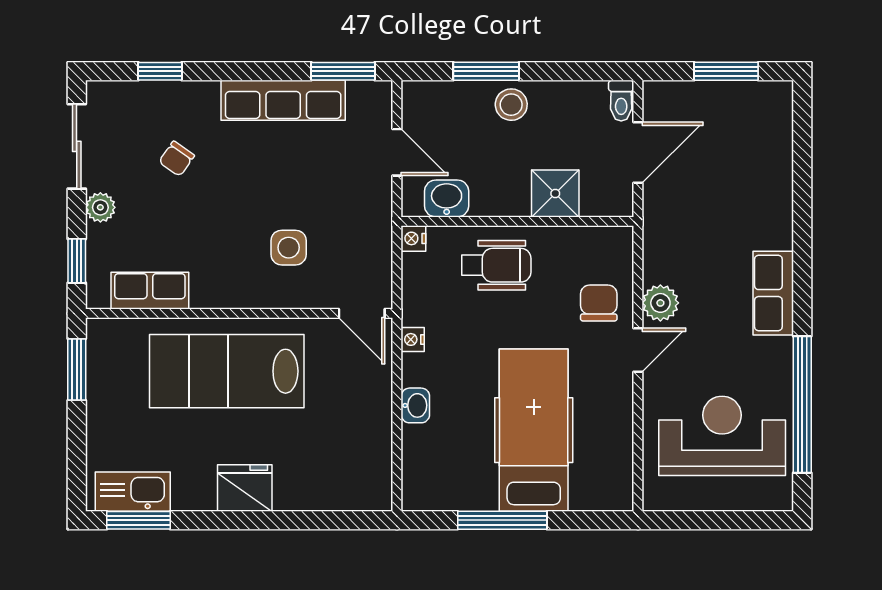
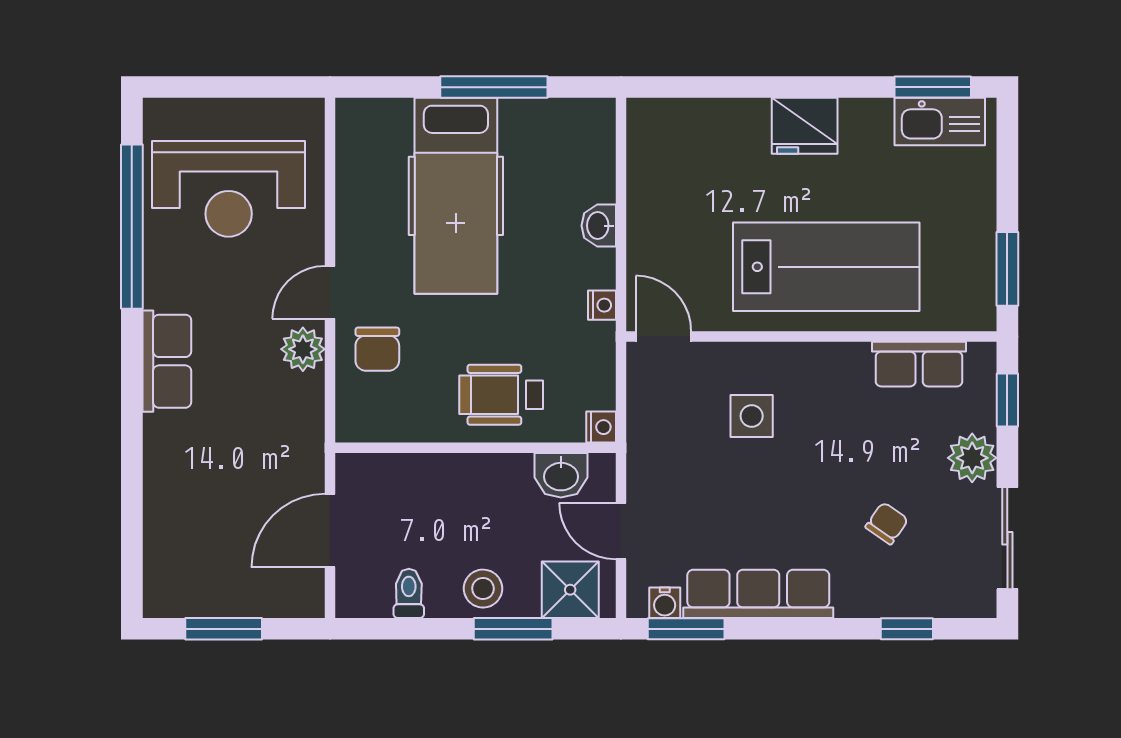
water cooler: (361, 93) -> (665, 603), added
toilet: (621, 101) -> (409, 593), moved
shower: (555, 194) -> (570, 590), moved
plant: (100, 207) -> (972, 458), width x1.38, depth x1.38

